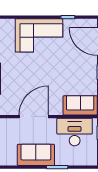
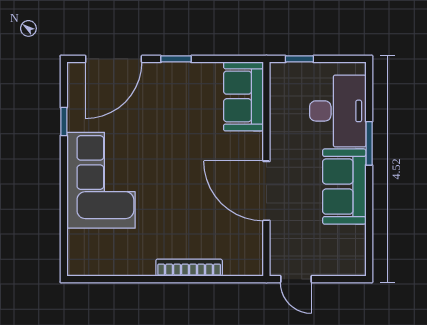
desk: (75, 132) -> (338, 111), moved, turned 180

